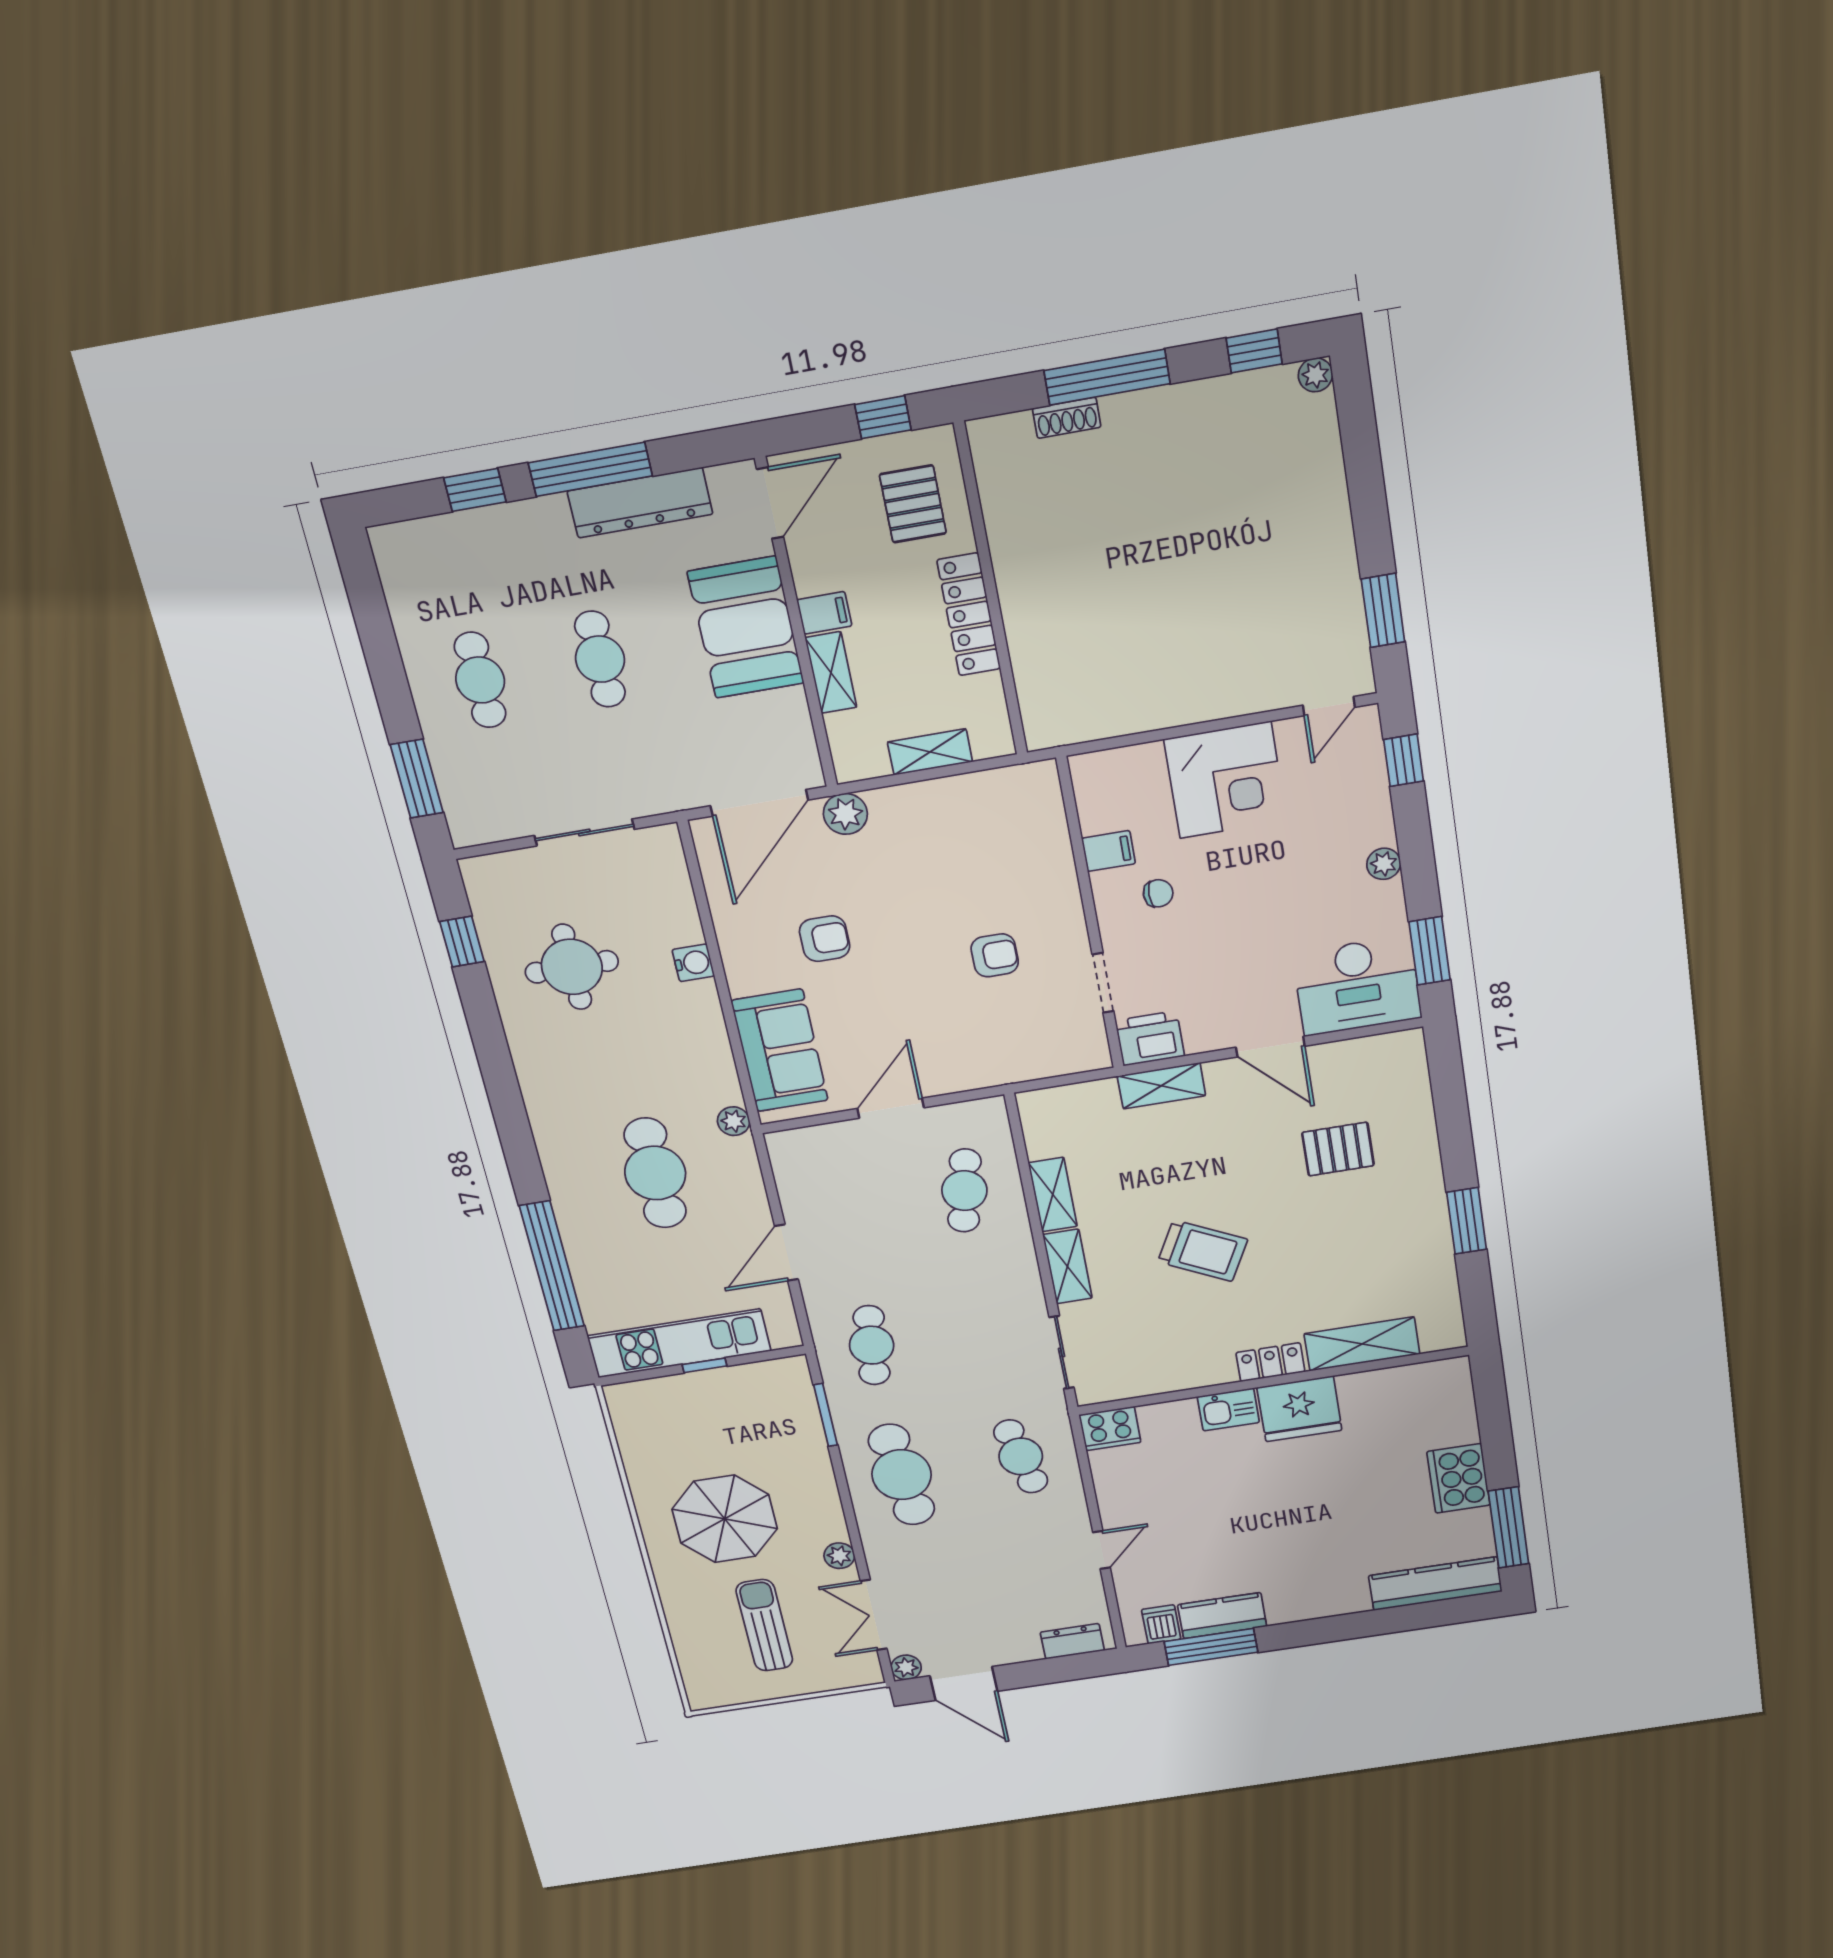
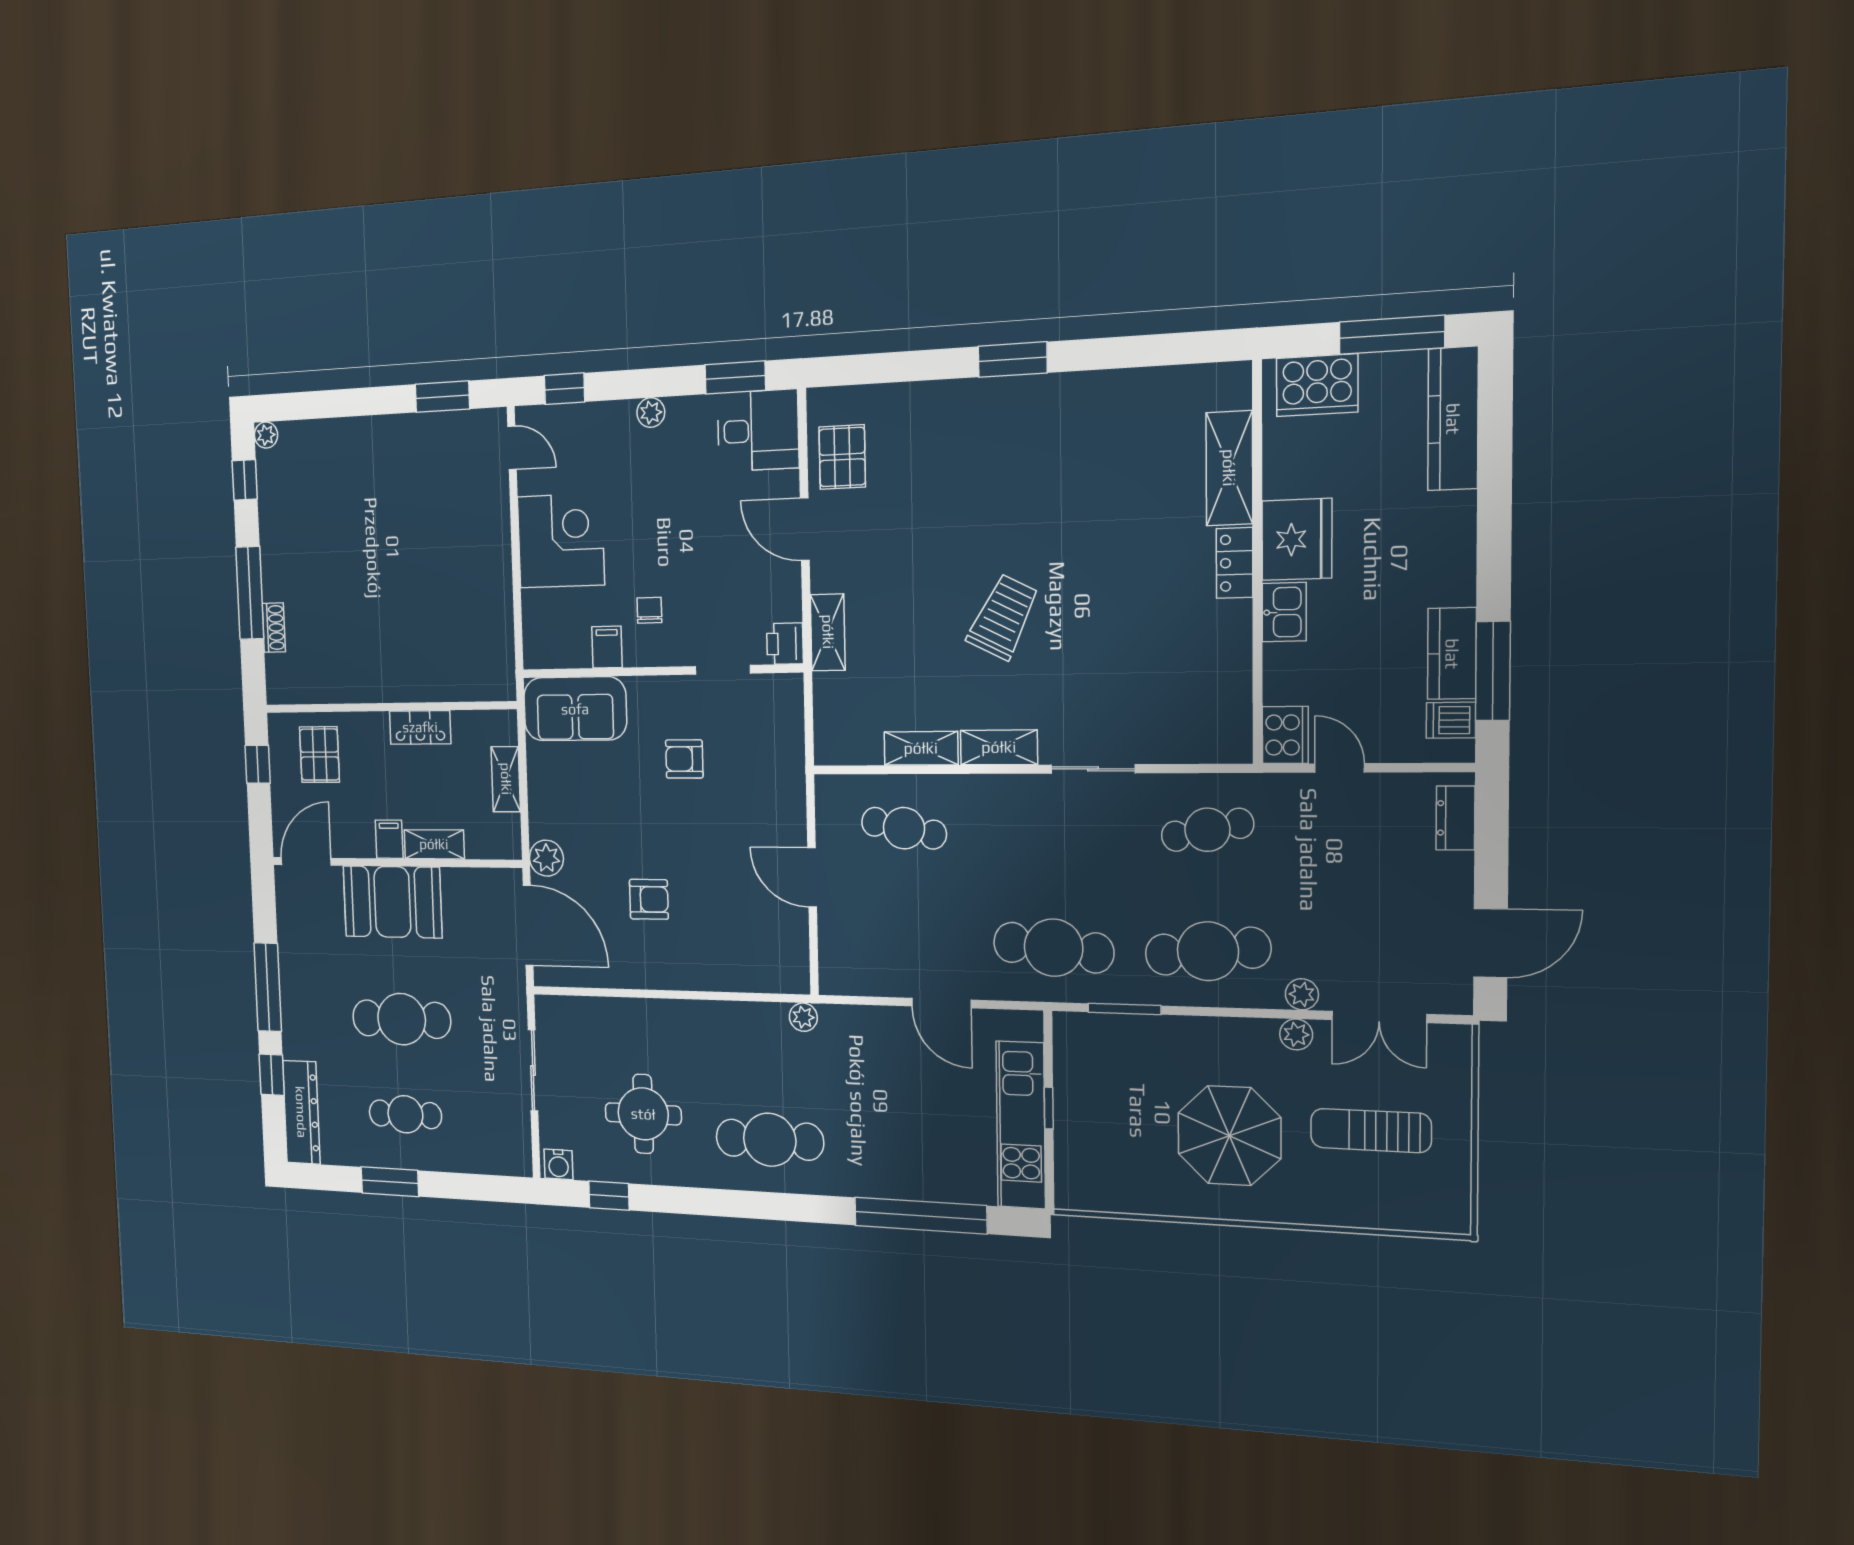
dresser: (640, 503) -> (301, 1112), moved
door: (770, 503) -> (306, 861), hinge flipped
pallet: (913, 504) -> (319, 755), turned 90
locker: (969, 615) -> (420, 727), width x0.66
cafe table: (600, 659) -> (402, 1019), width x1.37, depth x1.35
window: (417, 779) -> (390, 1182), moved
armchair: (825, 939) -> (649, 899), turned 90
armchair: (995, 955) -> (684, 759), turned -90
water cooler: (693, 963) -> (559, 1164), moved, turned 180
desk: (1357, 986) -> (758, 430), width x0.73
printer: (1150, 1038) -> (785, 644), width x0.73, depth x0.81
door: (1270, 1047) -> (805, 529), swing flipped
sofa: (780, 1051) -> (575, 709), moved, turned 180
pallet: (1338, 1149) -> (842, 457), moved
cafe table: (655, 1173) -> (770, 1140), moved
shelving: (1362, 1344) -> (1229, 468), moved
cafe table: (872, 1345) -> (1054, 948), width x1.37, depth x1.35
locker: (1270, 1362) -> (1235, 563), moved
wall: (1272, 1381) -> (1257, 563), moved
kitchen sink: (1228, 1409) -> (1284, 612), moved
fridge: (1299, 1409) -> (1297, 539), moved
cooker: (1110, 1428) -> (1285, 735), moved
plant: (906, 1667) -> (1302, 994), moved

